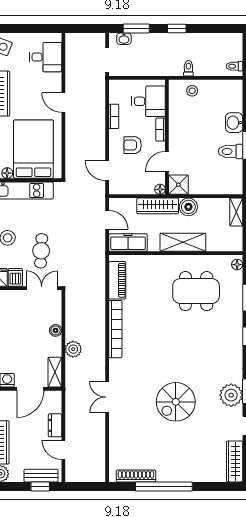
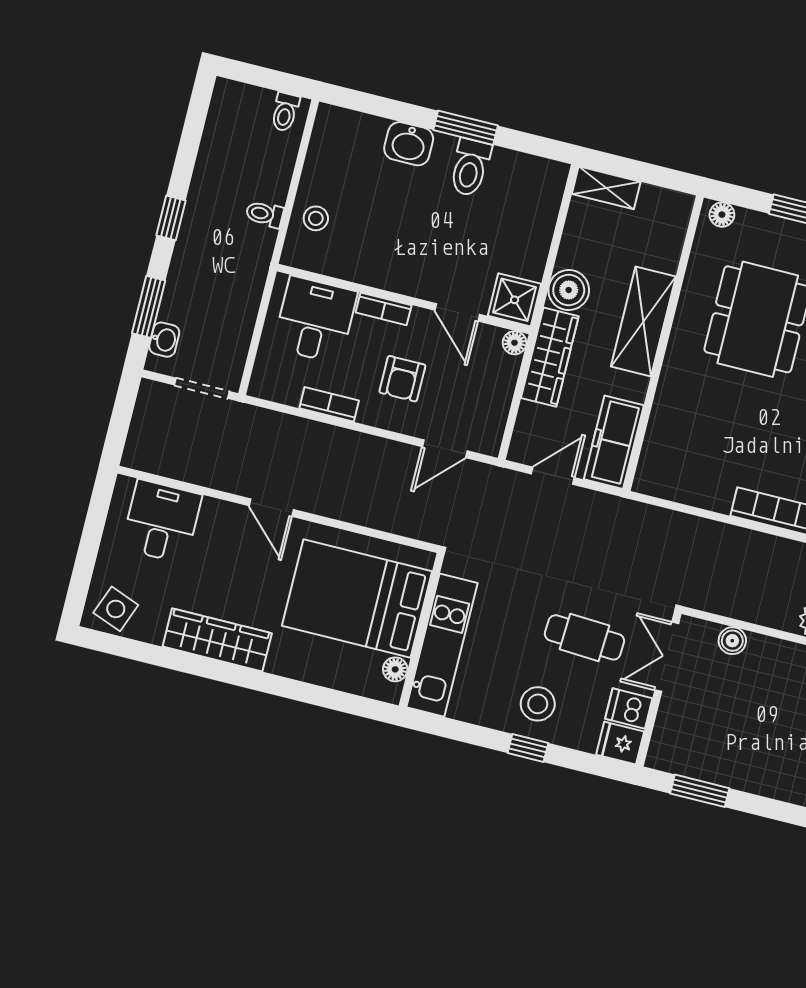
door: (63, 103) -> (271, 508), hinge flipped
piano: (117, 280) -> (691, 486), removed
boiler: (56, 330) -> (732, 641), moved

